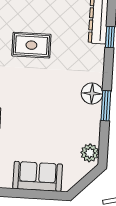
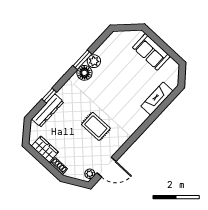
plant: (90, 153) -> (94, 61), moved

